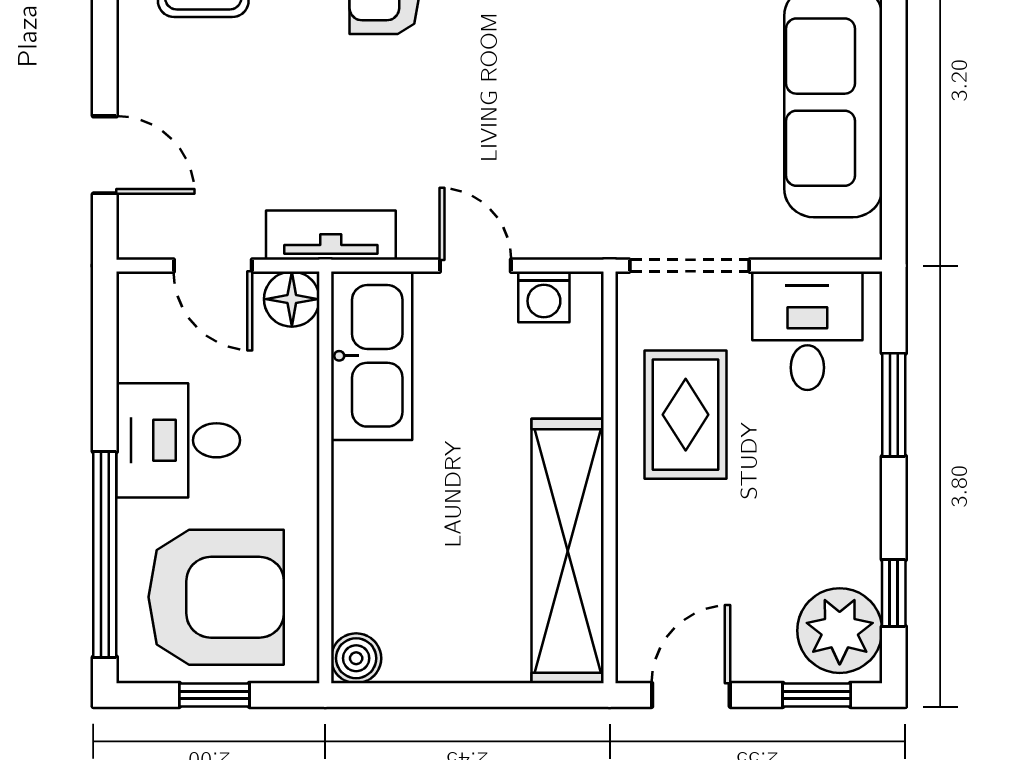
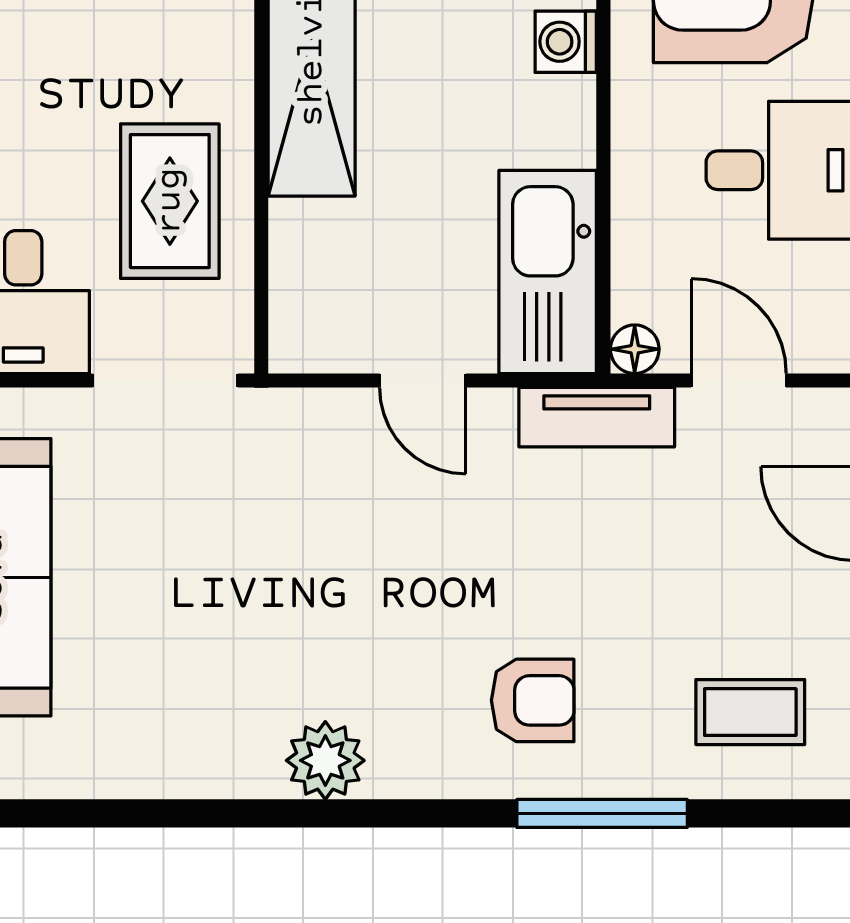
washing machine: (544, 297) -> (566, 42), moved, turned -90
floor lamp: (292, 299) -> (635, 349), width x0.73, depth x0.73

